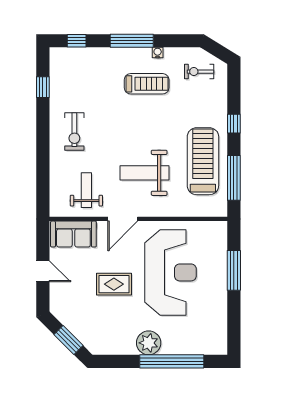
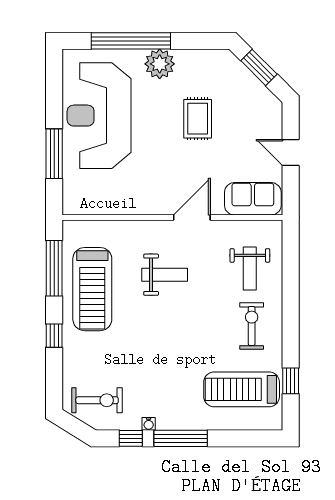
window: (77, 41) -> (131, 438), moved
exercise bike: (199, 72) -> (97, 400), width x1.38, depth x1.39
treadmill: (147, 84) -> (242, 389), moved, width x1.37, depth x1.38
weight bench: (145, 173) -> (165, 275), width x0.73, depth x0.75
weight bench: (86, 190) -> (250, 268), moved
reception desk: (170, 272) -> (99, 116), moved
rug: (114, 284) -> (198, 119), moved, turned 90

